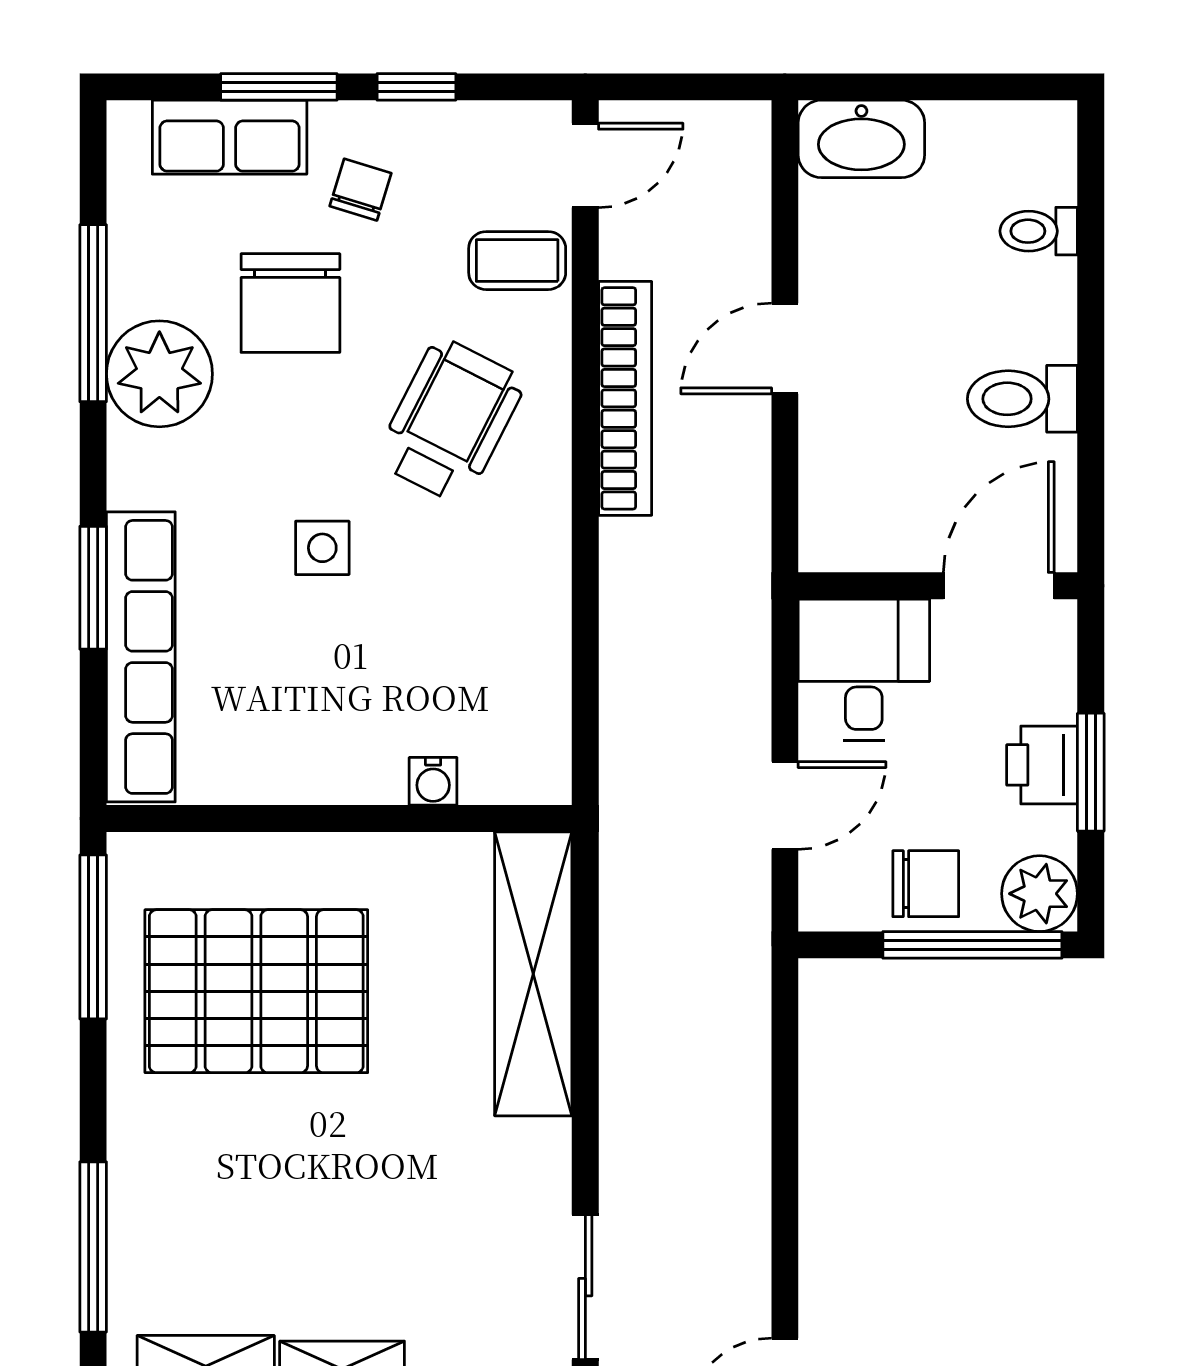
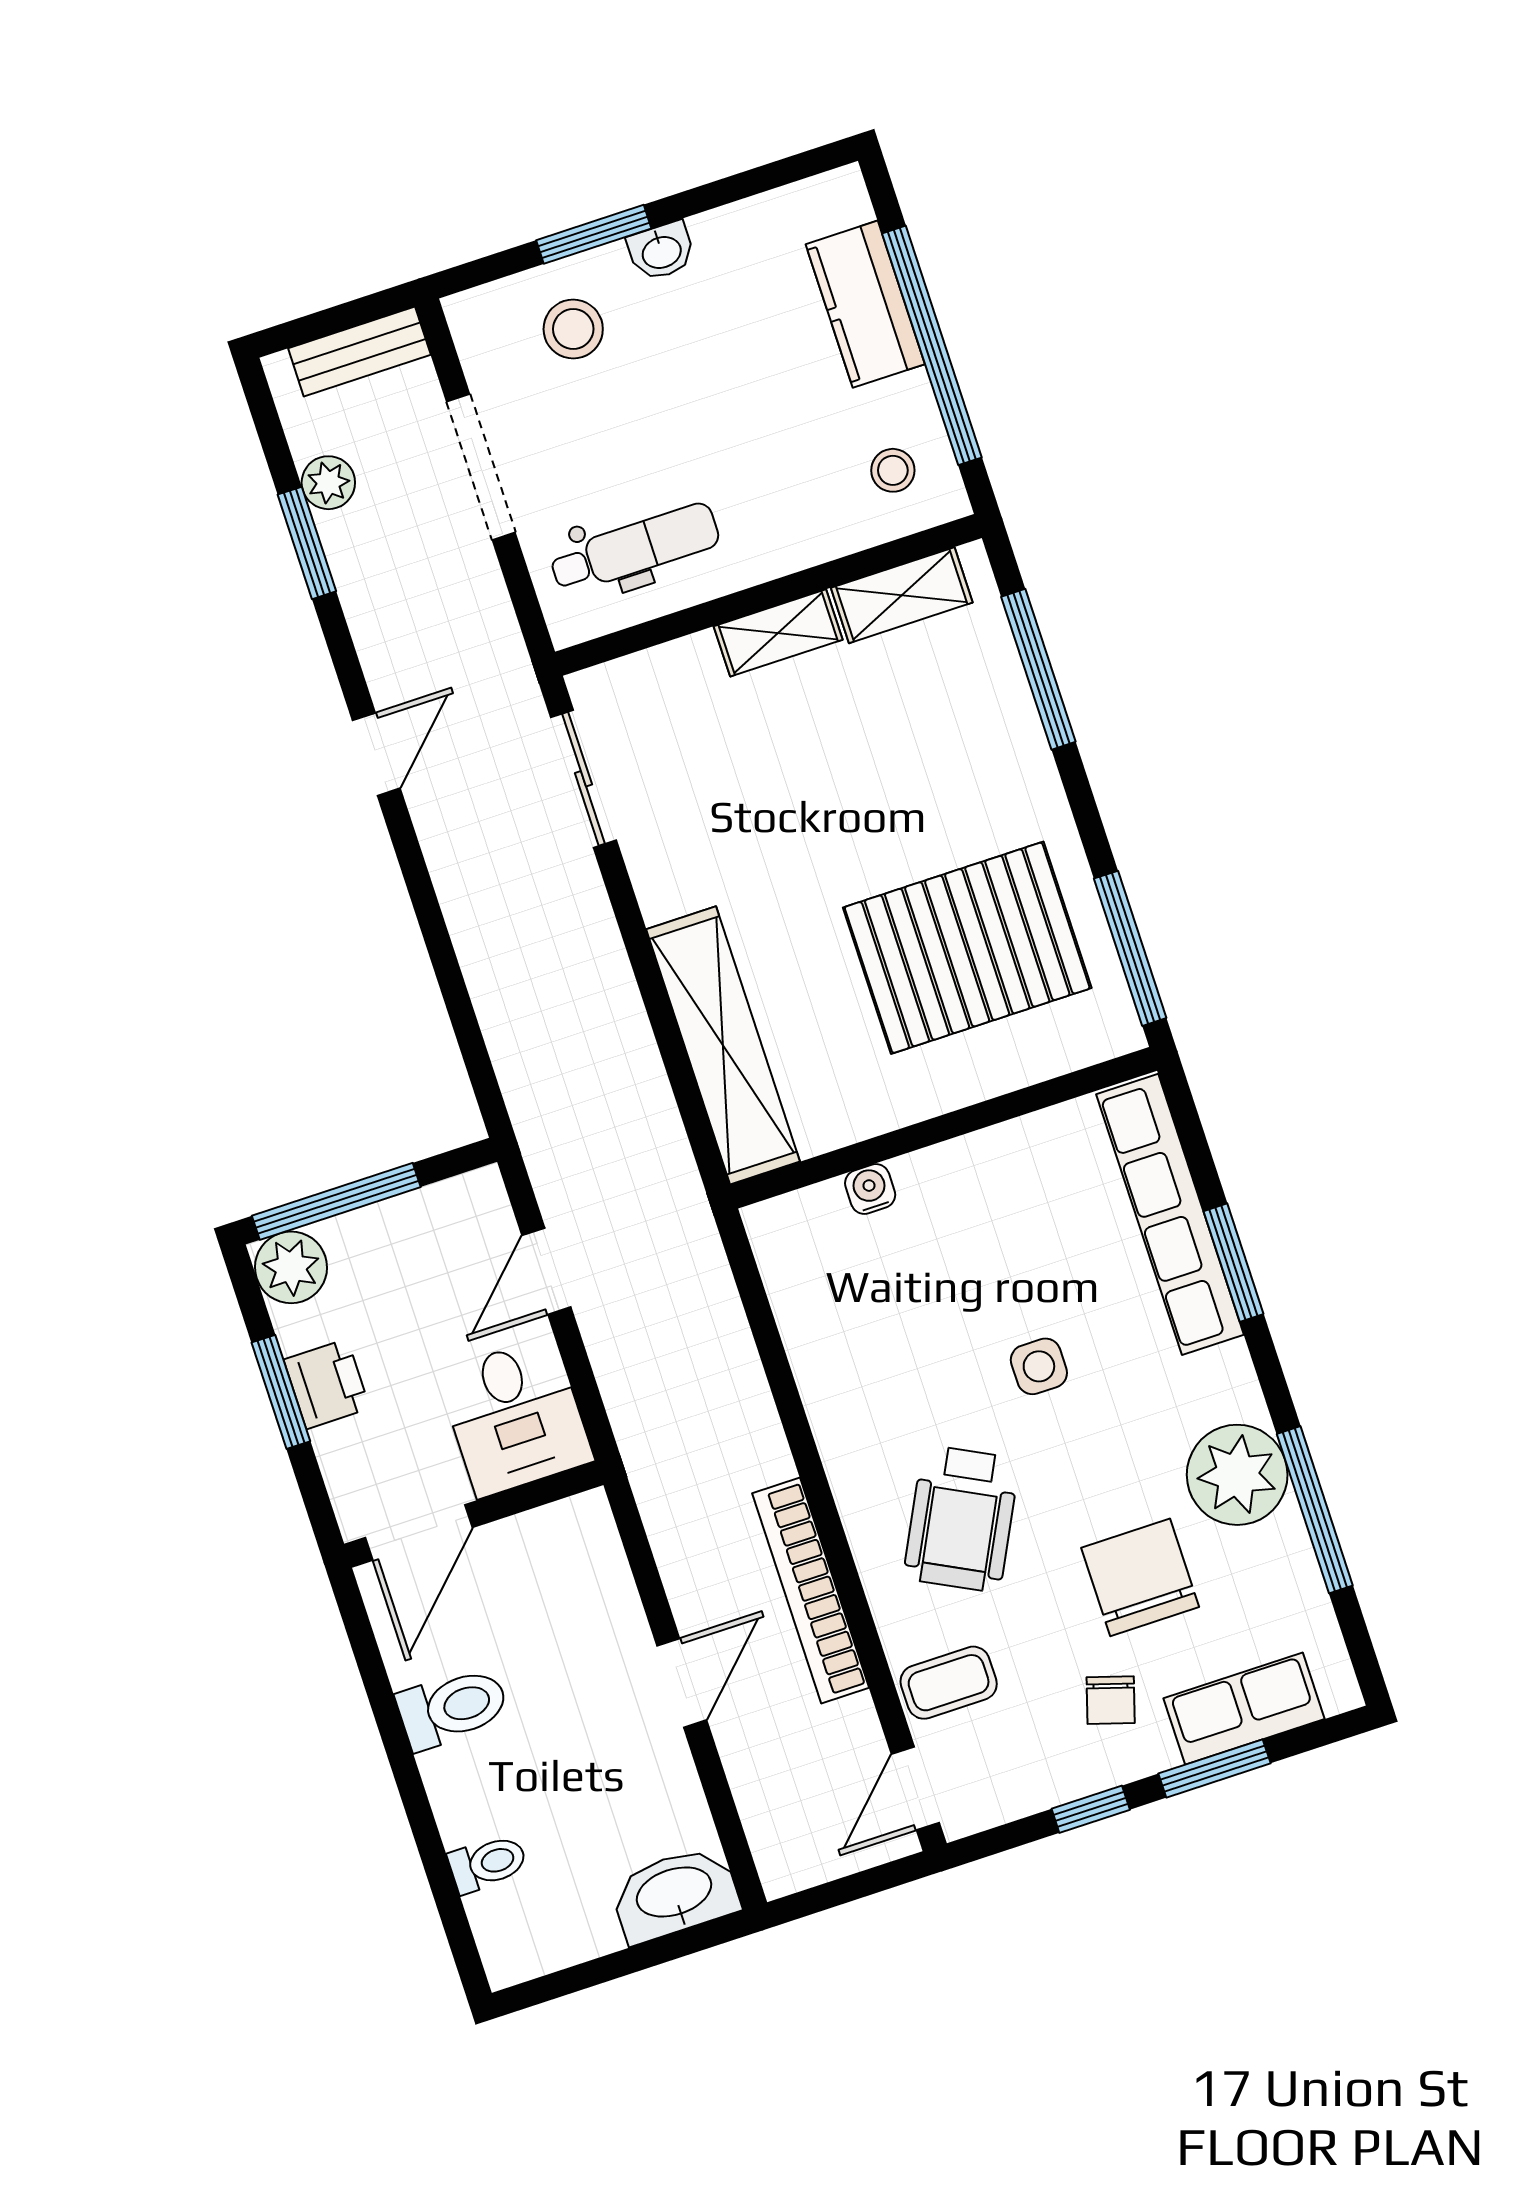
chair: (926, 884) -> (396, 1243), removed

